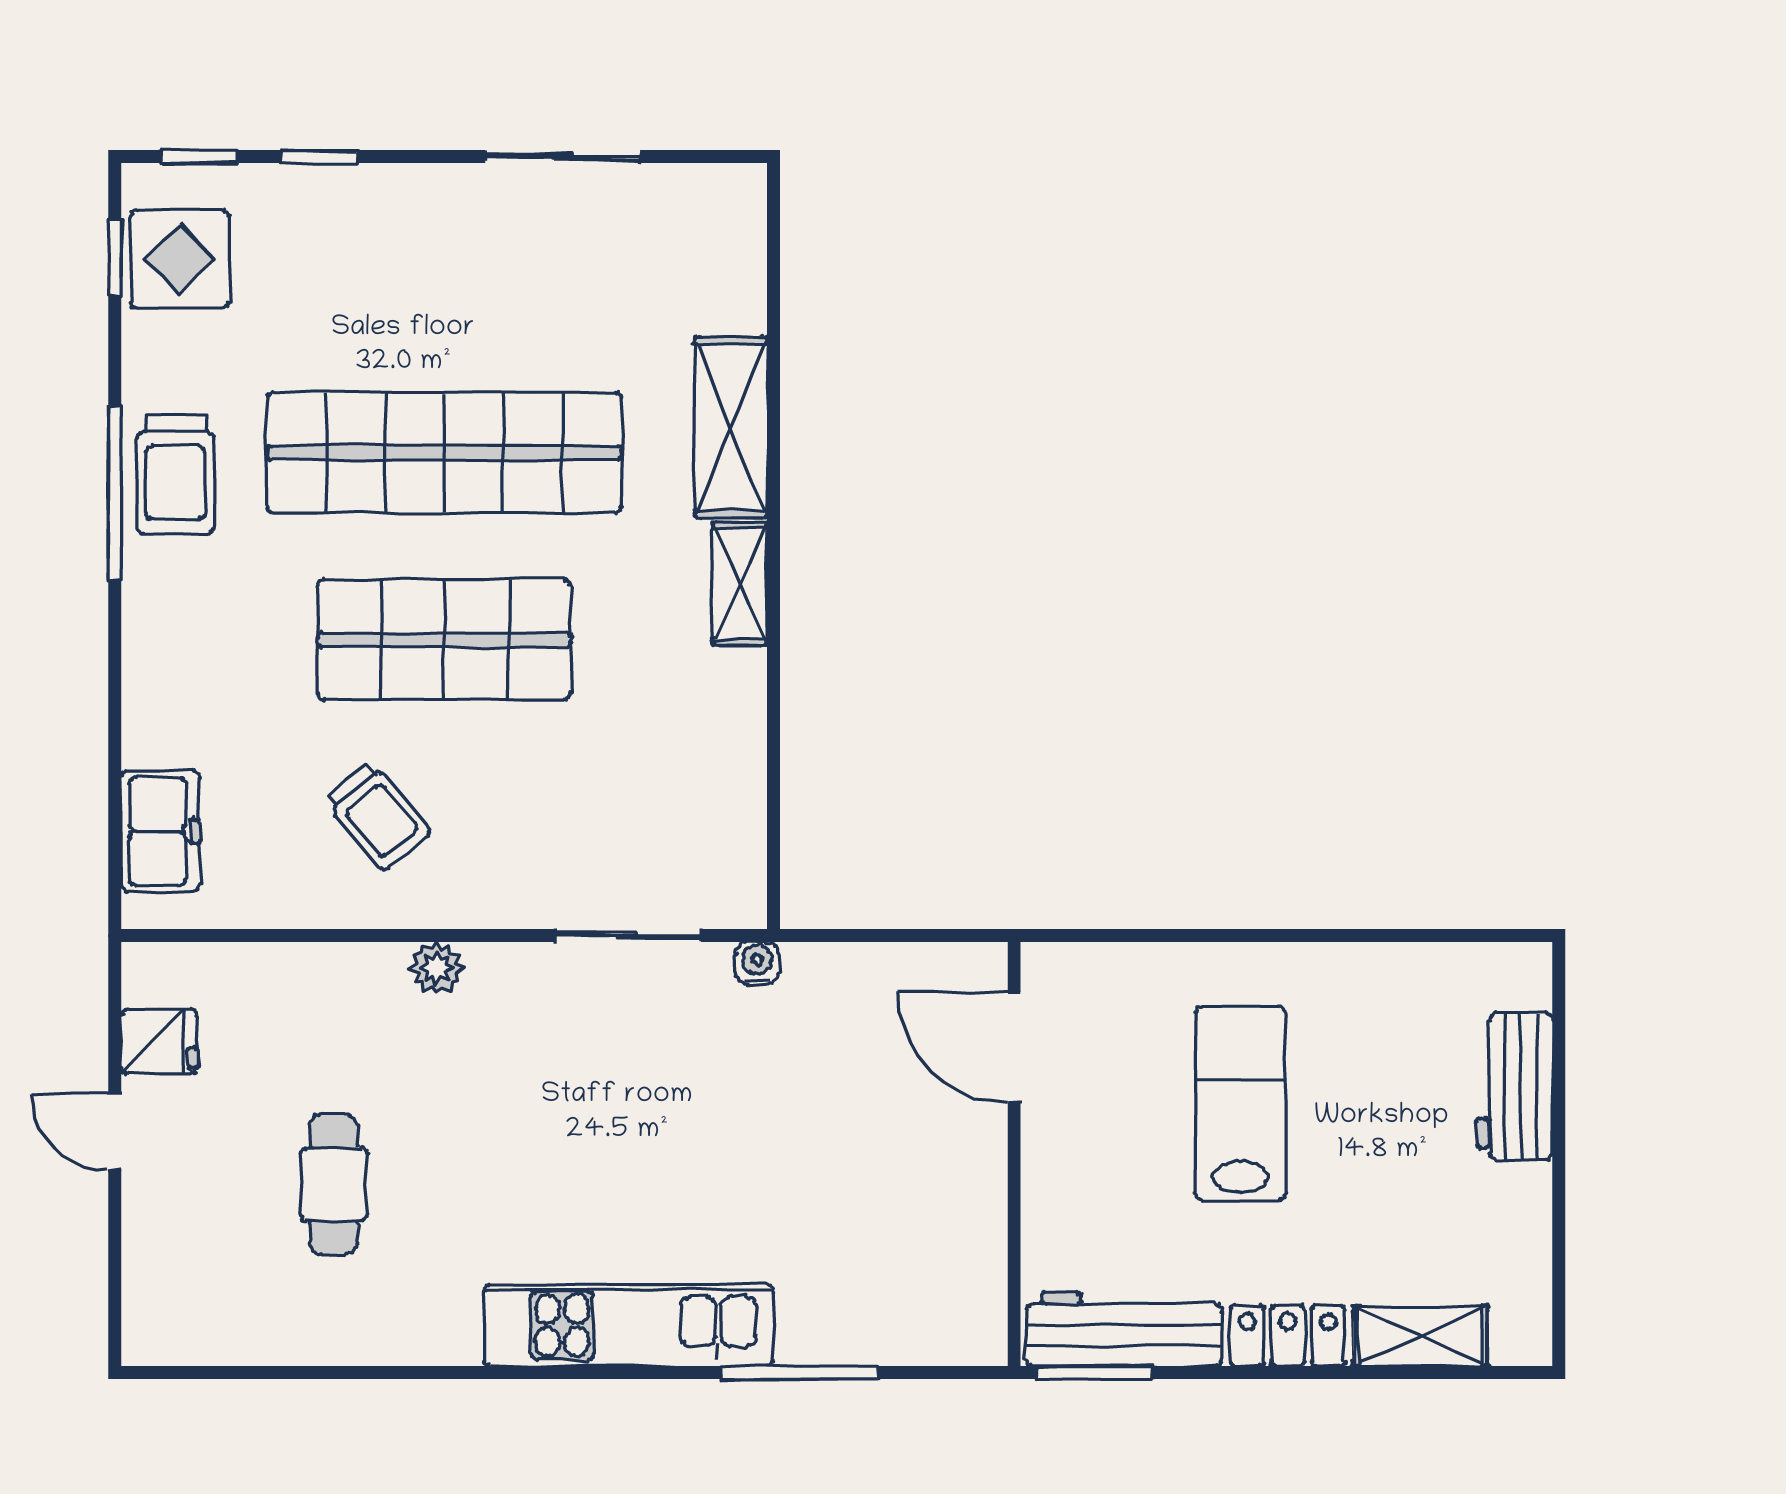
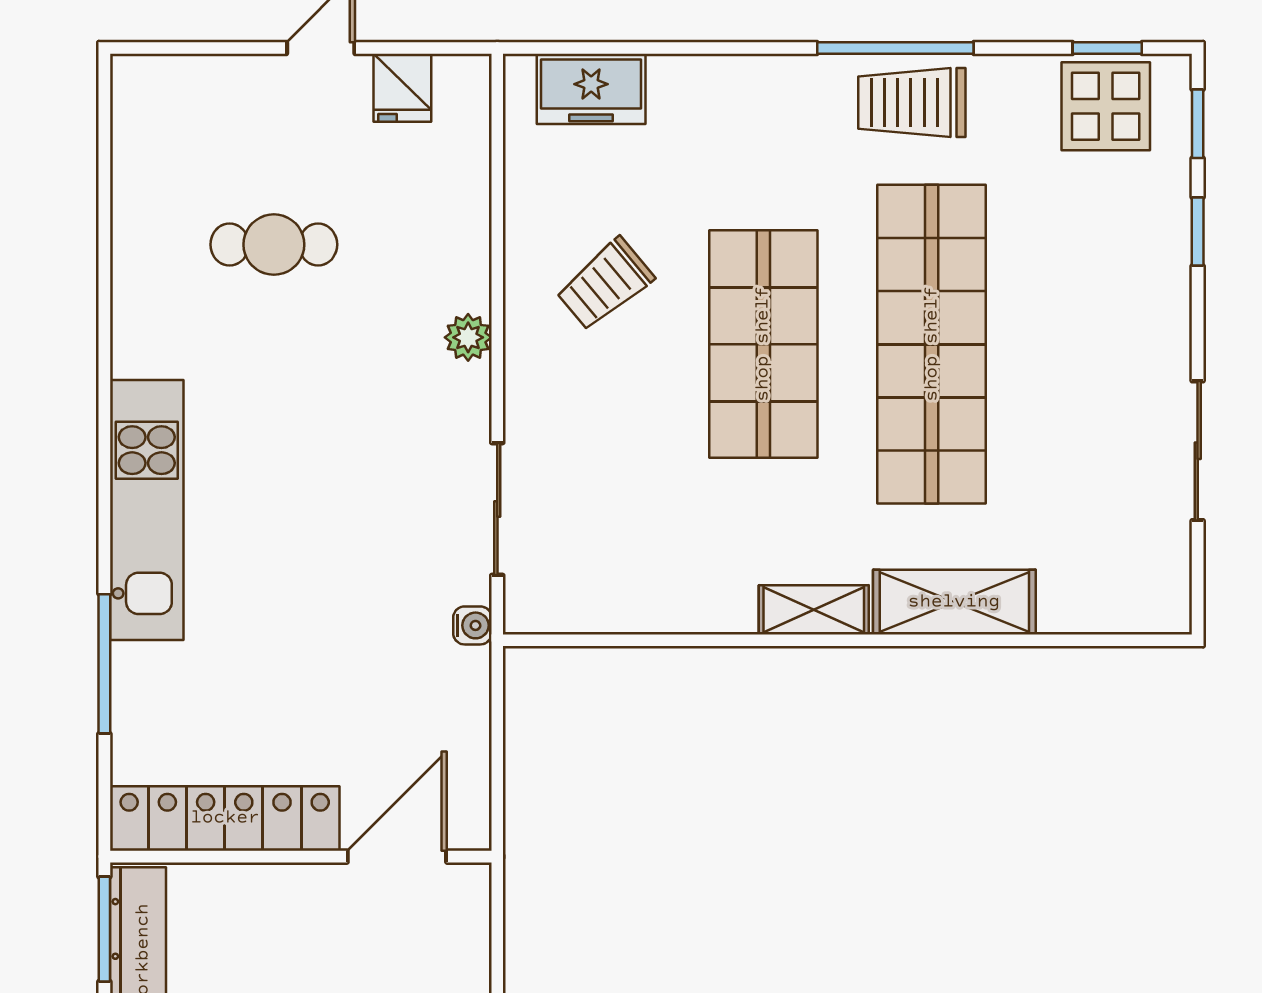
locker: (972, 1239) -> (225, 818), added

